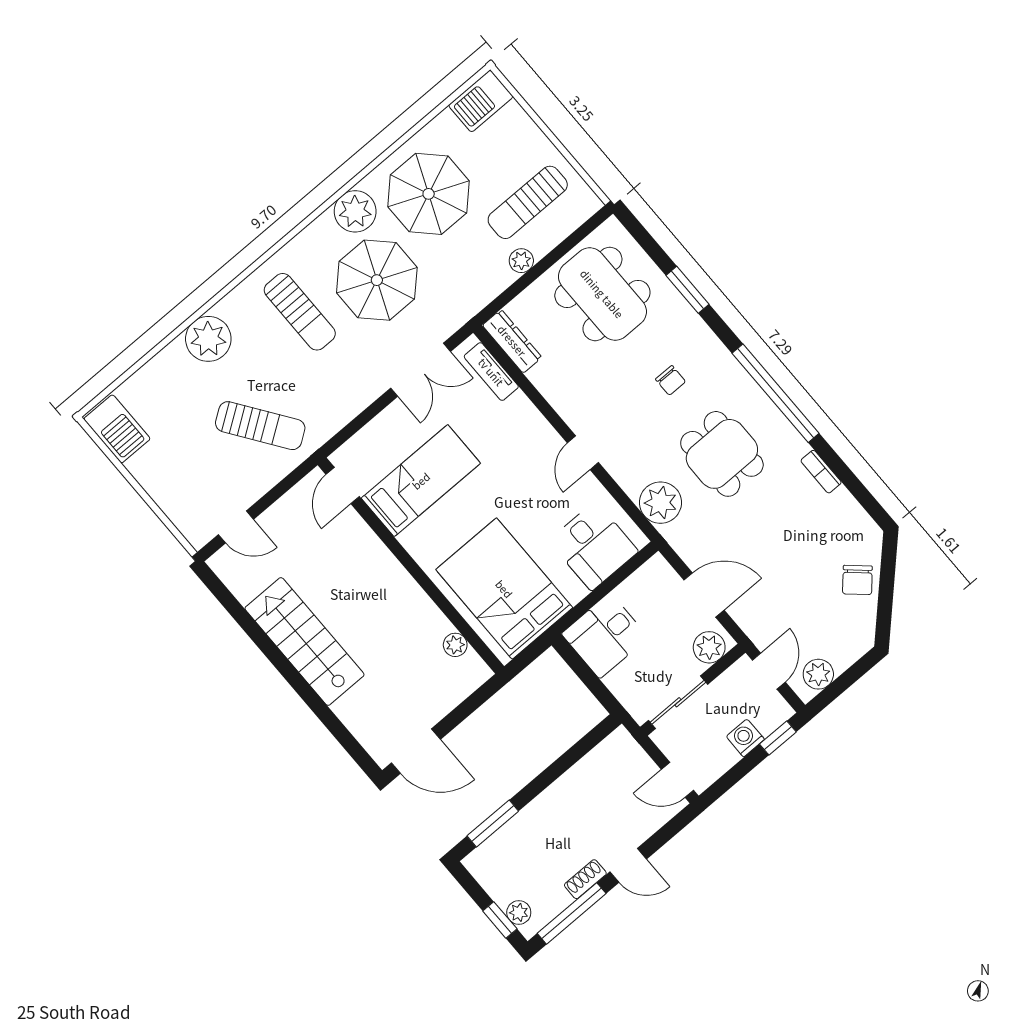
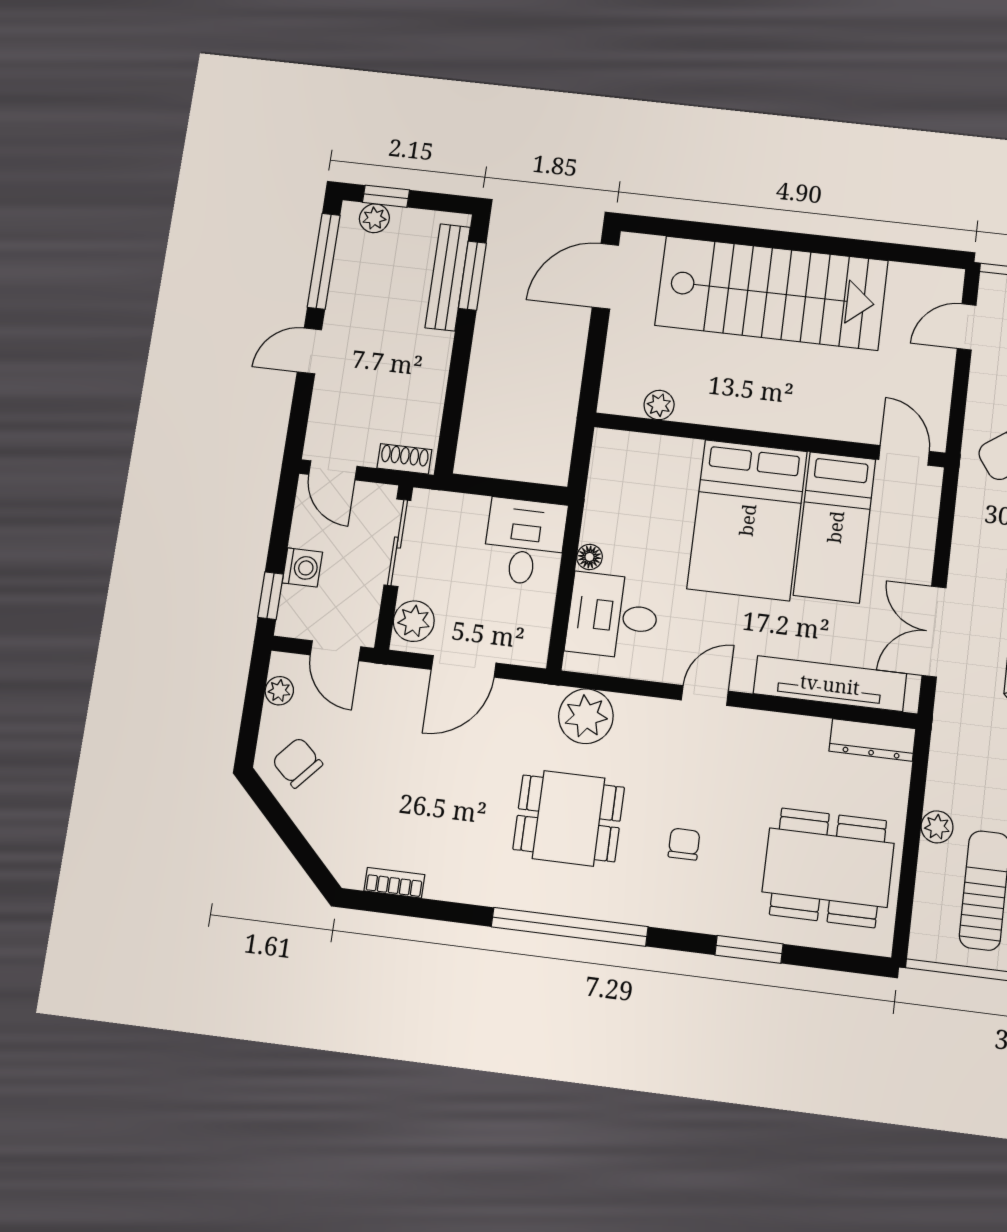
tv unit: (491, 372) -> (830, 684), width x1.92, depth x1.29
chair: (671, 380) -> (684, 844), turned 90
door: (583, 453) -> (705, 695), hinge flipped
bookcase: (821, 472) -> (394, 883), moved
chair: (857, 580) -> (297, 763), moved
bed: (504, 589) -> (747, 520), moved, turned 90
floor lamp: (576, 592) -> (590, 557), added
stairs: (305, 641) -> (771, 293), width x1.36, depth x1.51
plant: (818, 674) -> (279, 691), width x0.73, depth x0.73
door: (677, 780) -> (333, 470), swing flipped
bench: (508, 836) -> (448, 277), added
shoe rack: (585, 879) -> (404, 459), moved, turned -90

